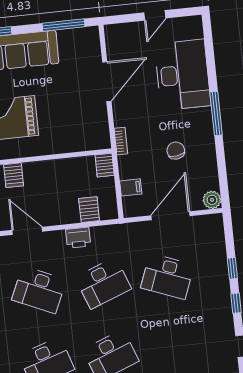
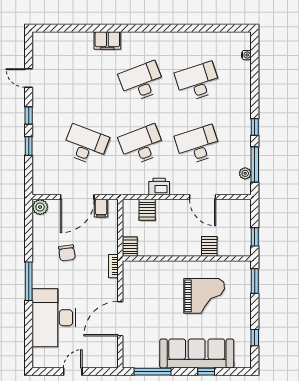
filing cabinet: (131, 187) -> (101, 208), moved, turned -90
desk: (39, 290) -> (198, 145), turned -42

